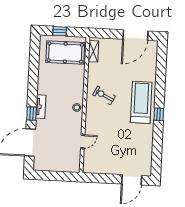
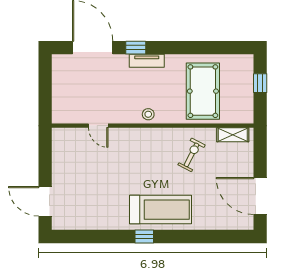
pool table: (65, 53) -> (203, 91), moved
exercise bike: (104, 95) -> (192, 155), moved

